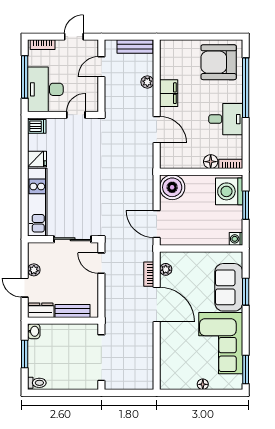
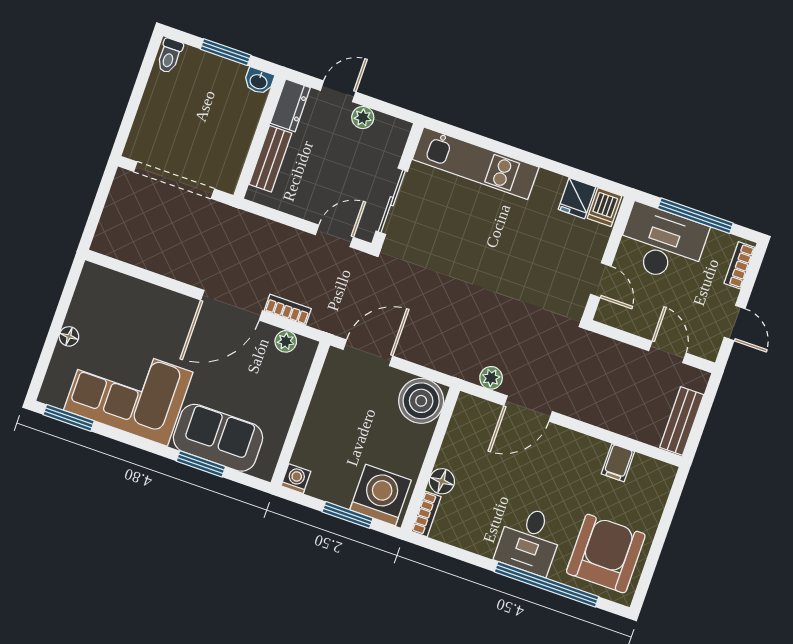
plant: (147, 82) -> (491, 378), moved
filing cabinet: (169, 93) -> (618, 463), moved, width x0.50
desk: (226, 119) -> (529, 540), moved
fridge: (37, 159) -> (577, 198), moved

